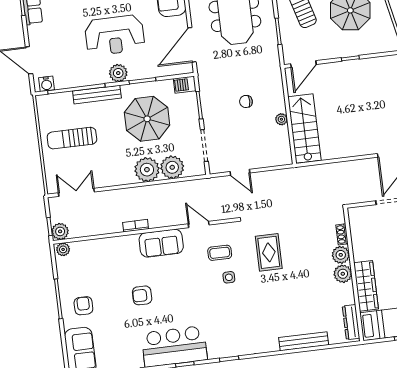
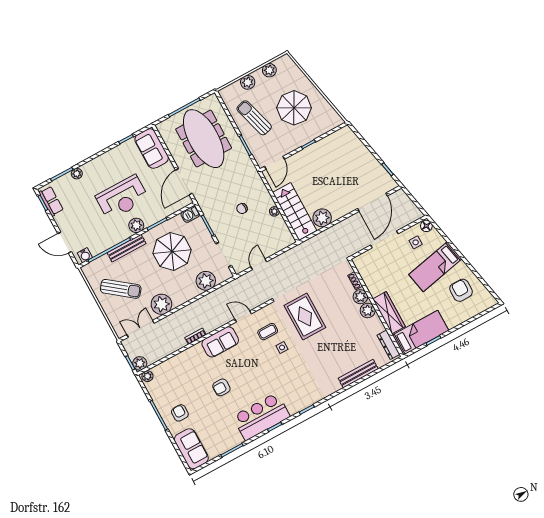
sun lounger: (72, 138) -> (121, 289), turned -142
plant: (333, 148) -> (322, 218), added
plant: (147, 170) -> (161, 304), moved
door: (240, 172) -> (259, 264), swing flipped
rug: (269, 252) -> (305, 316), width x1.36, depth x1.43

